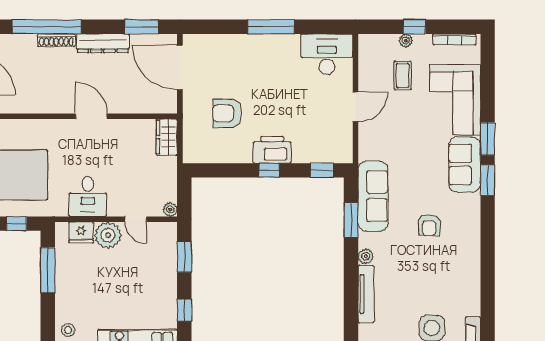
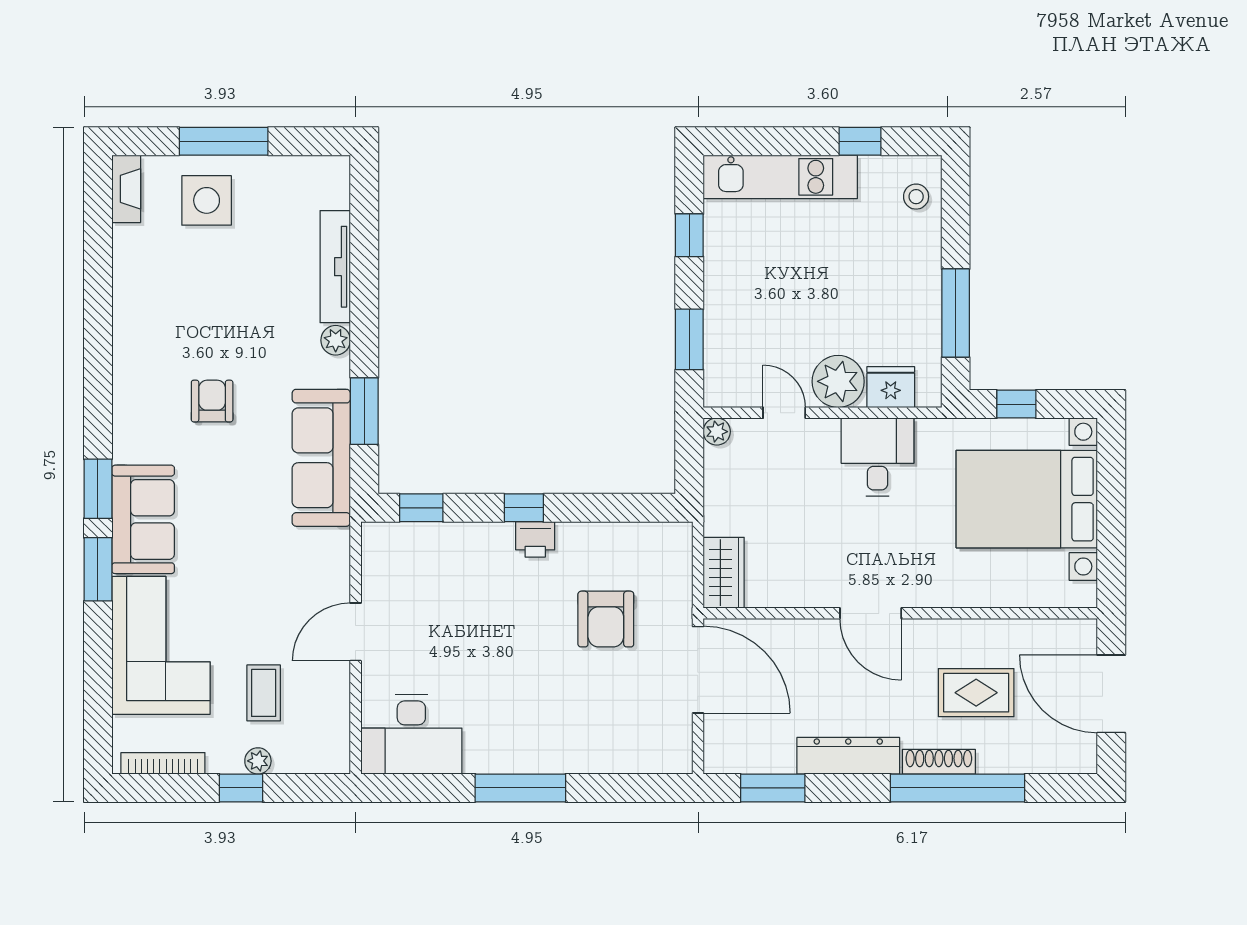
door: (180, 67) -> (698, 670), moved
rug: (37, 76) -> (976, 693), added
armchair: (227, 113) -> (606, 619), turned 90
printer: (272, 150) -> (535, 539), width x0.53, depth x0.68

